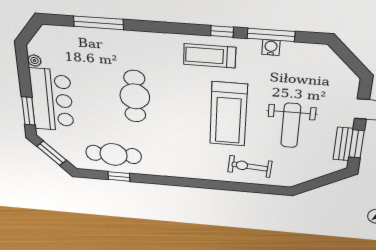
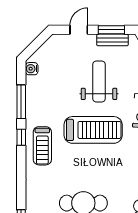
water cooler: (271, 47) -> (32, 69), moved
weight bench: (291, 125) -> (99, 81), turned -90

